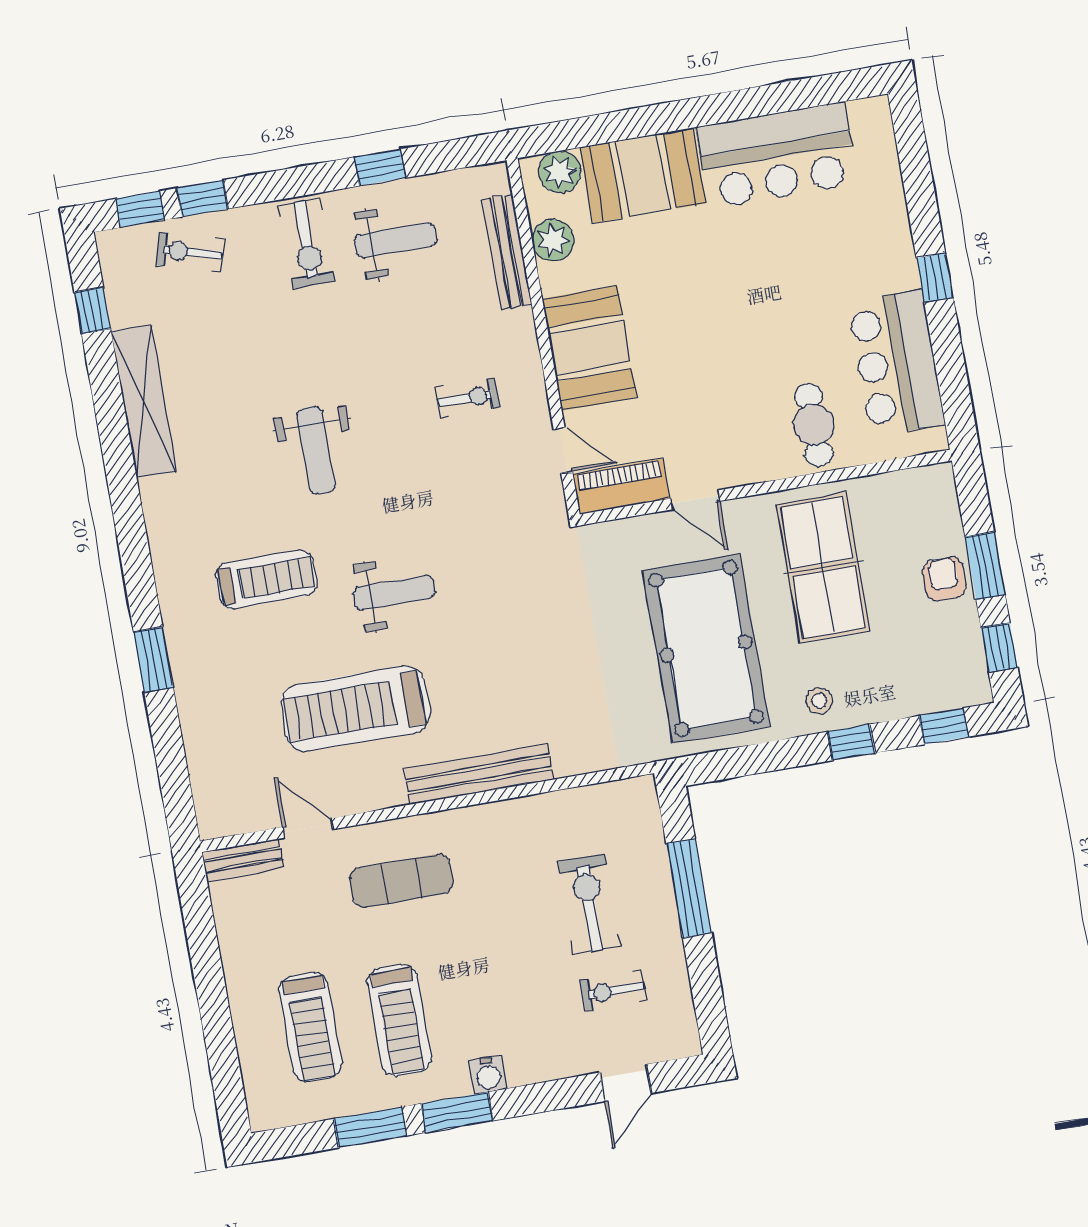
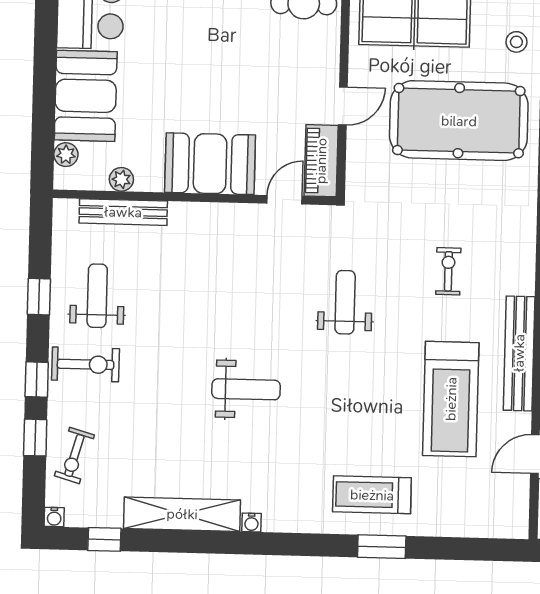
plant: (560, 172) -> (66, 155), width x0.73, depth x0.73
window: (140, 209) -> (37, 379), moved
plant: (553, 240) -> (121, 179), width x0.73, depth x0.73
water cooler: (108, 242) -> (54, 517), added
exercise bike: (468, 398) -> (448, 271), moved
water cooler: (151, 491) -> (252, 523), added
treadmill: (266, 579) -> (372, 495), moved, turned -90
weight bench: (394, 593) -> (345, 302), moved
bench: (479, 774) -> (519, 353), moved

